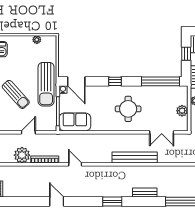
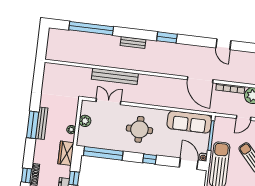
sofa: (75, 122) -> (189, 122), width x1.36
bench: (135, 158) -> (115, 76), moved
door: (75, 164) -> (200, 80), width x1.87

